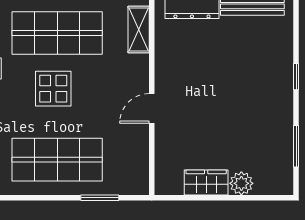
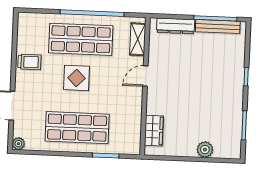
door: (152, 108) -> (145, 76), moved
wardrobe: (206, 182) -> (154, 131), moved, turned 90

